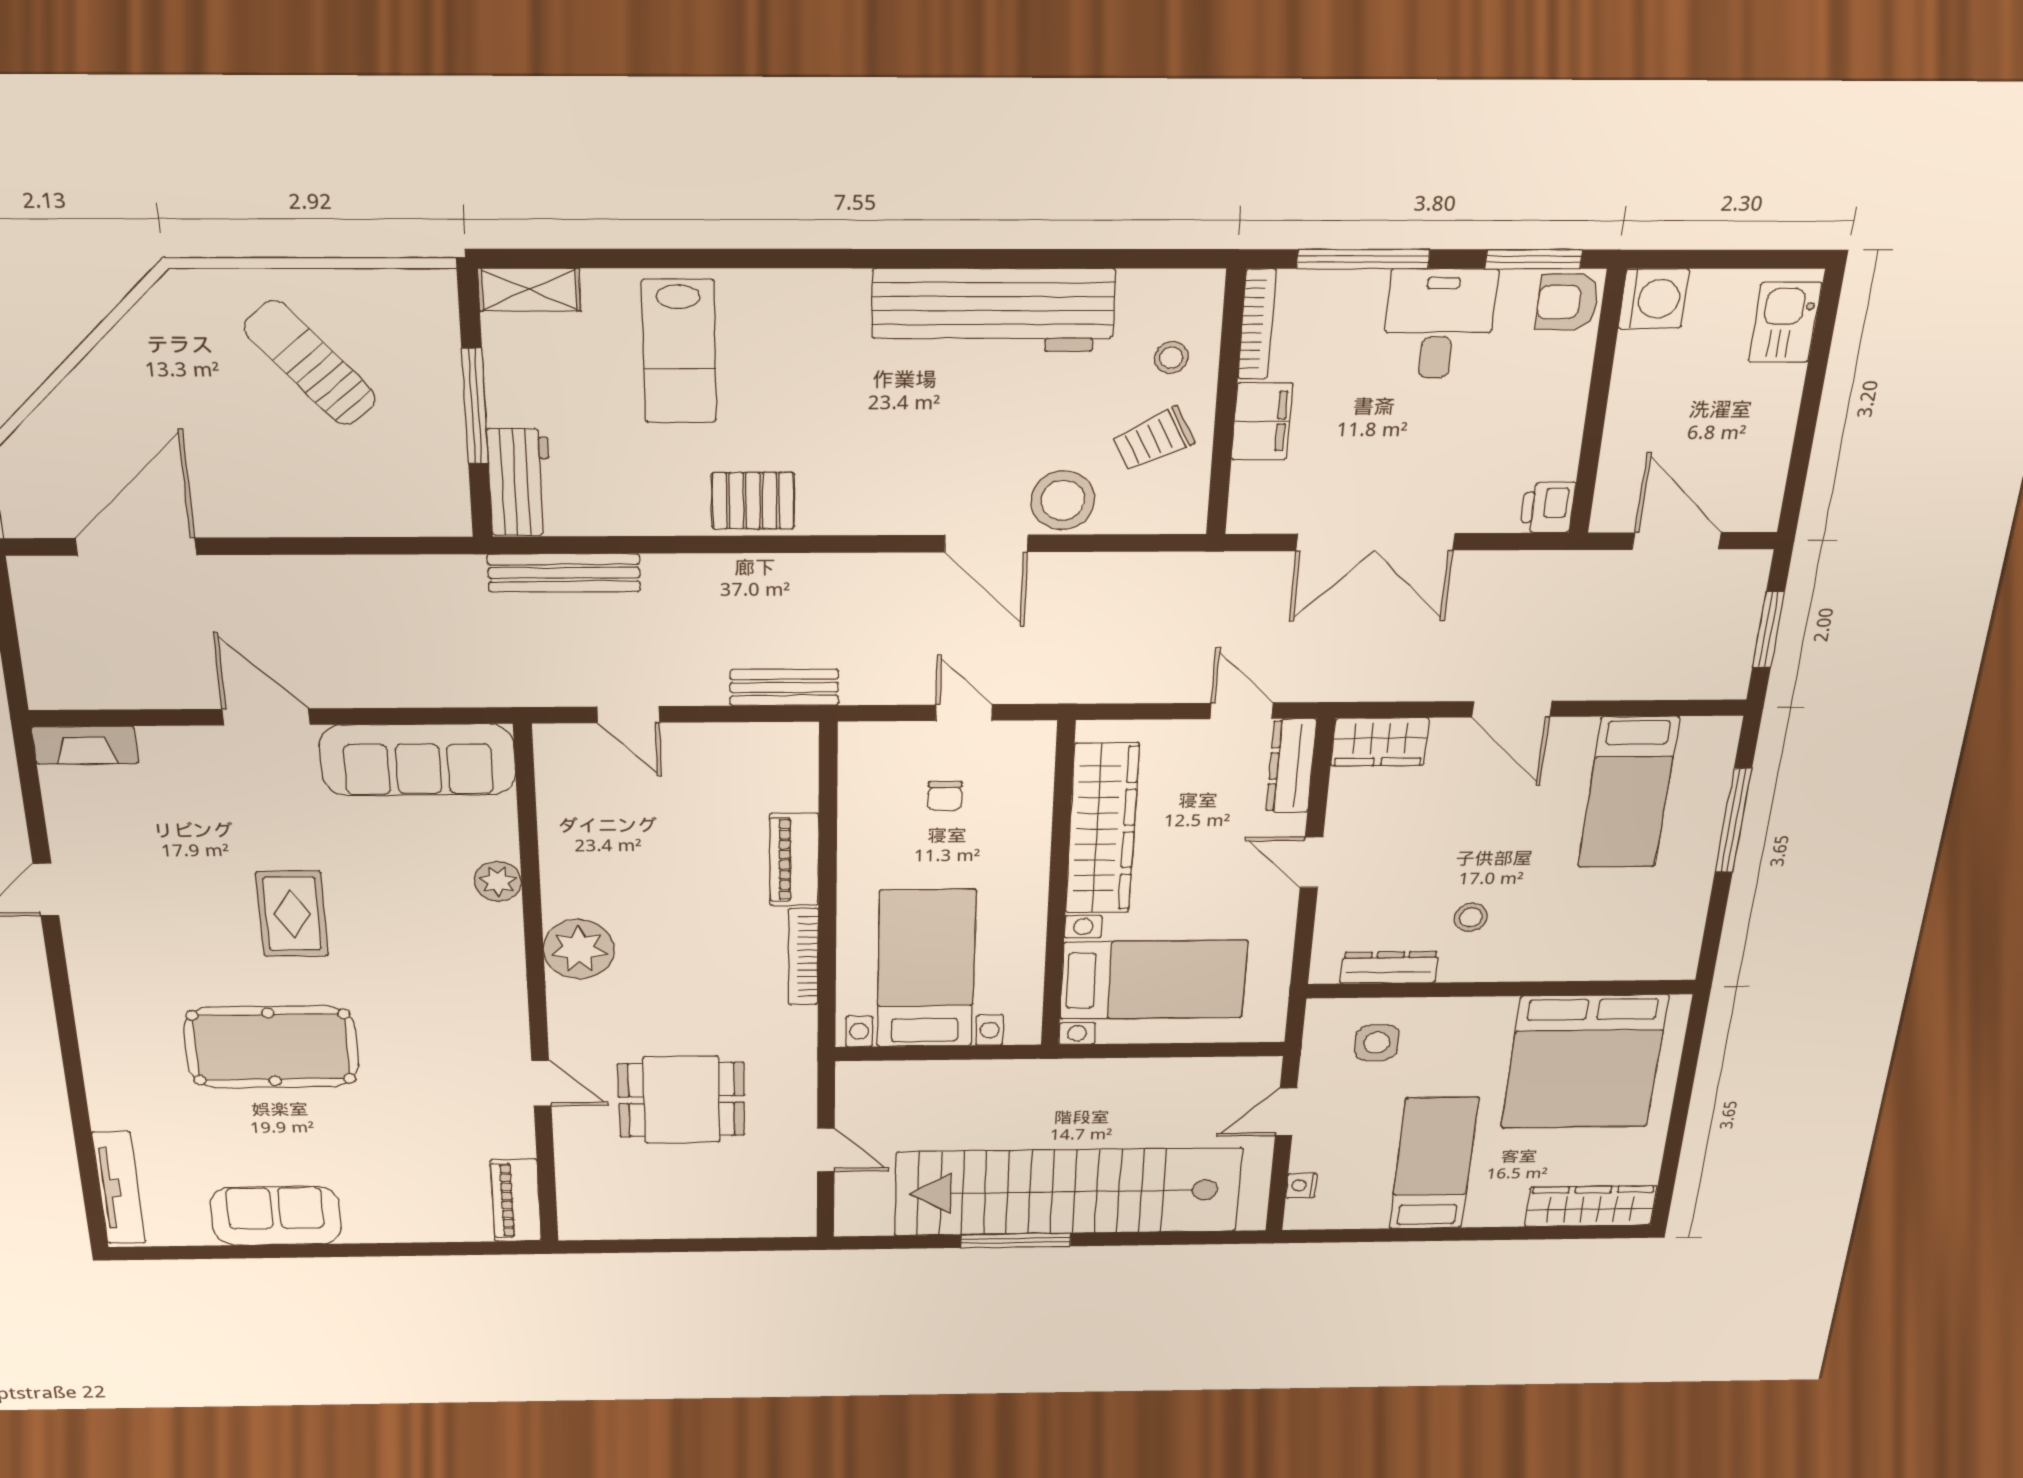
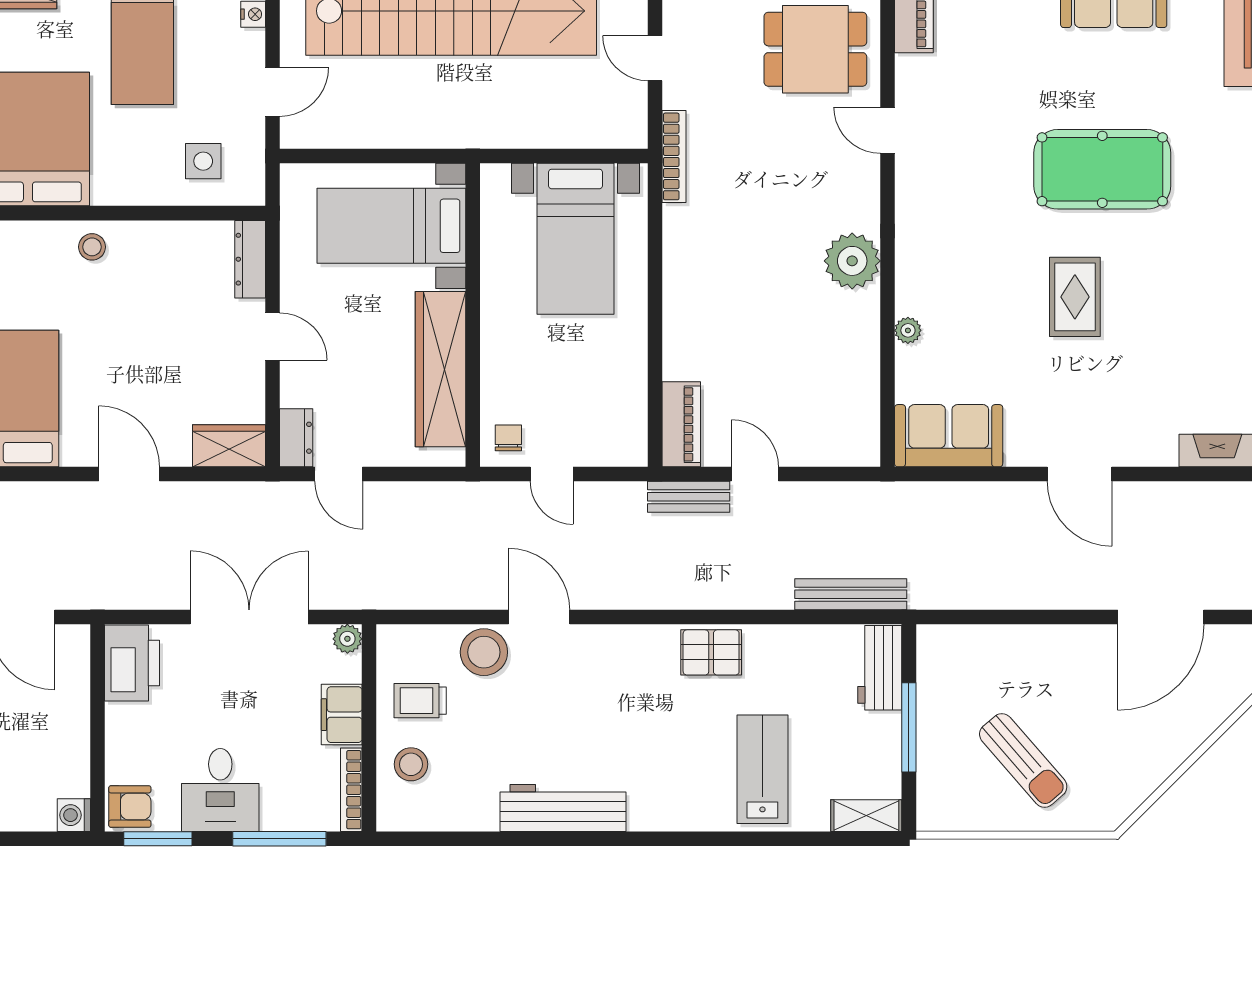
washing machine: (1654, 299) -> (74, 815), width x0.73, depth x0.73
workbench: (993, 310) -> (563, 808), width x0.73, depth x0.76
stool: (1171, 357) -> (411, 764), width x1.37, depth x1.37
trolley: (1153, 439) -> (420, 701), turned -153
printer: (1548, 507) -> (132, 663), width x1.87, depth x1.48
plant: (1246, 516) -> (347, 639), added
door: (628, 715) -> (755, 474), moved
sofa: (418, 760) -> (949, 436), width x0.73
dresser: (1291, 766) -> (296, 438), width x0.70
chair: (945, 796) -> (508, 438), moved
piano: (794, 860) -> (681, 424), moved
plant: (498, 881) -> (908, 330), width x0.73, depth x0.73
stool: (1471, 917) -> (92, 247), moved
bookcase: (803, 957) -> (674, 156), moved
dresser: (1389, 967) -> (250, 259), moved, turned 90
dining table: (682, 1100) -> (815, 49), moved

